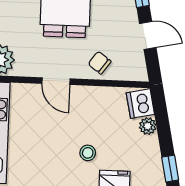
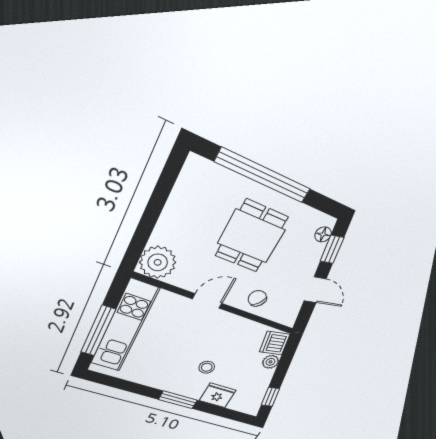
door: (56, 81) -> (207, 301), swing flipped

